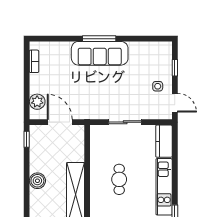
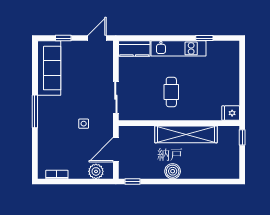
sofa: (100, 53) -> (49, 68), moved
side table: (158, 86) -> (84, 124), moved
sliding door: (125, 122) -> (116, 97), moved
cafe table: (119, 179) -> (171, 92), turned 90

